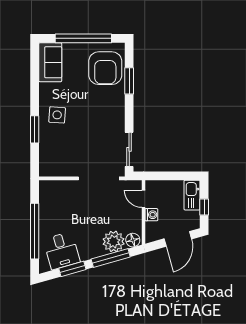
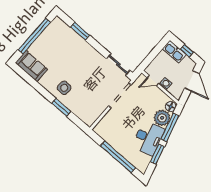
armchair: (105, 68) -> (62, 38), removed
desk: (62, 251) -> (148, 138), moved, width x1.37

